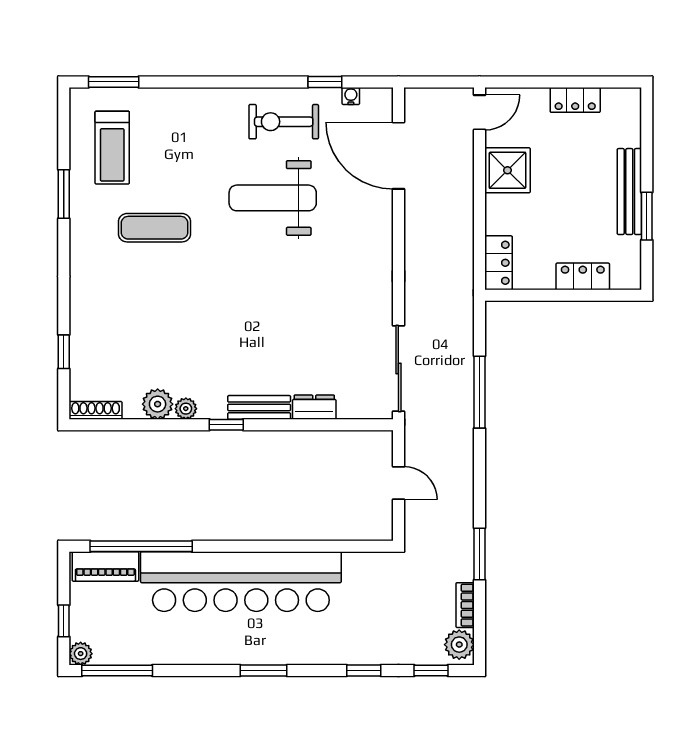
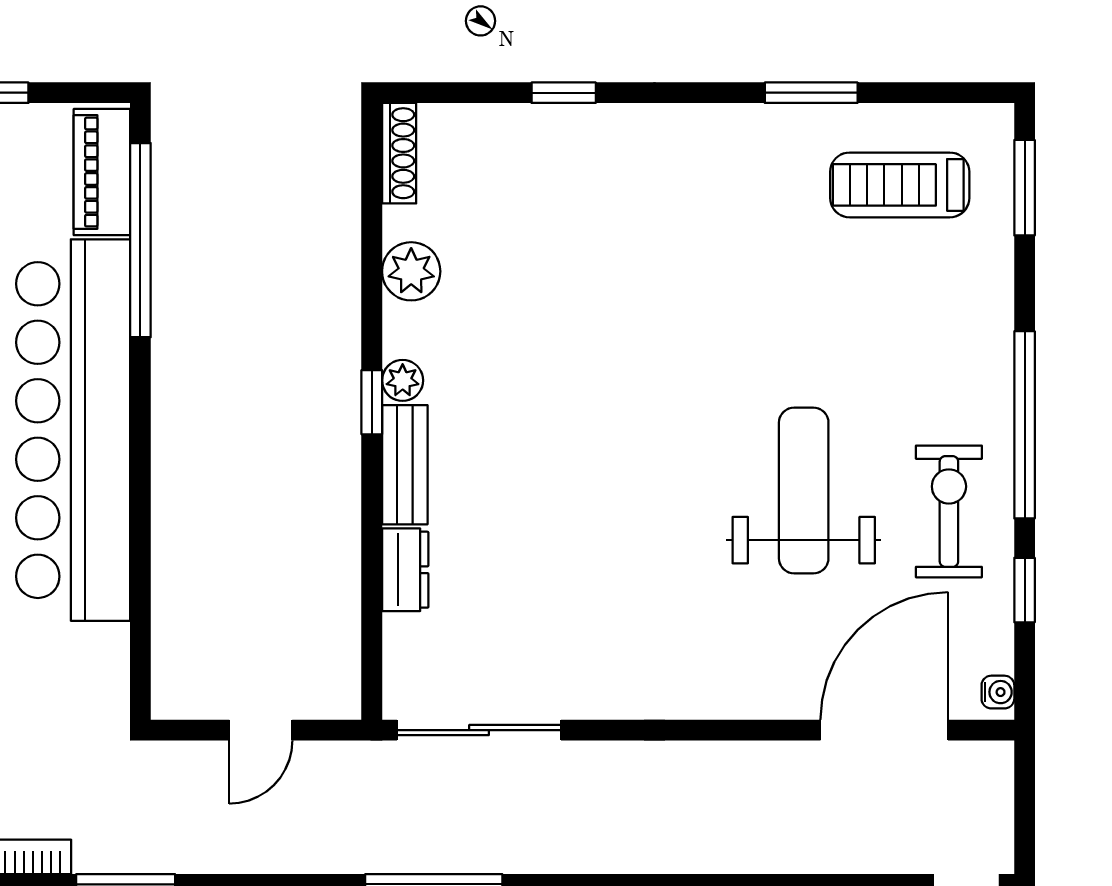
window: (238, 82) -> (1025, 425), added
water cooler: (351, 96) -> (998, 692), moved
exercise mat: (154, 228) -> (747, 265), removed
window: (64, 352) -> (564, 93), moved
plant: (186, 409) -> (403, 380), moved

